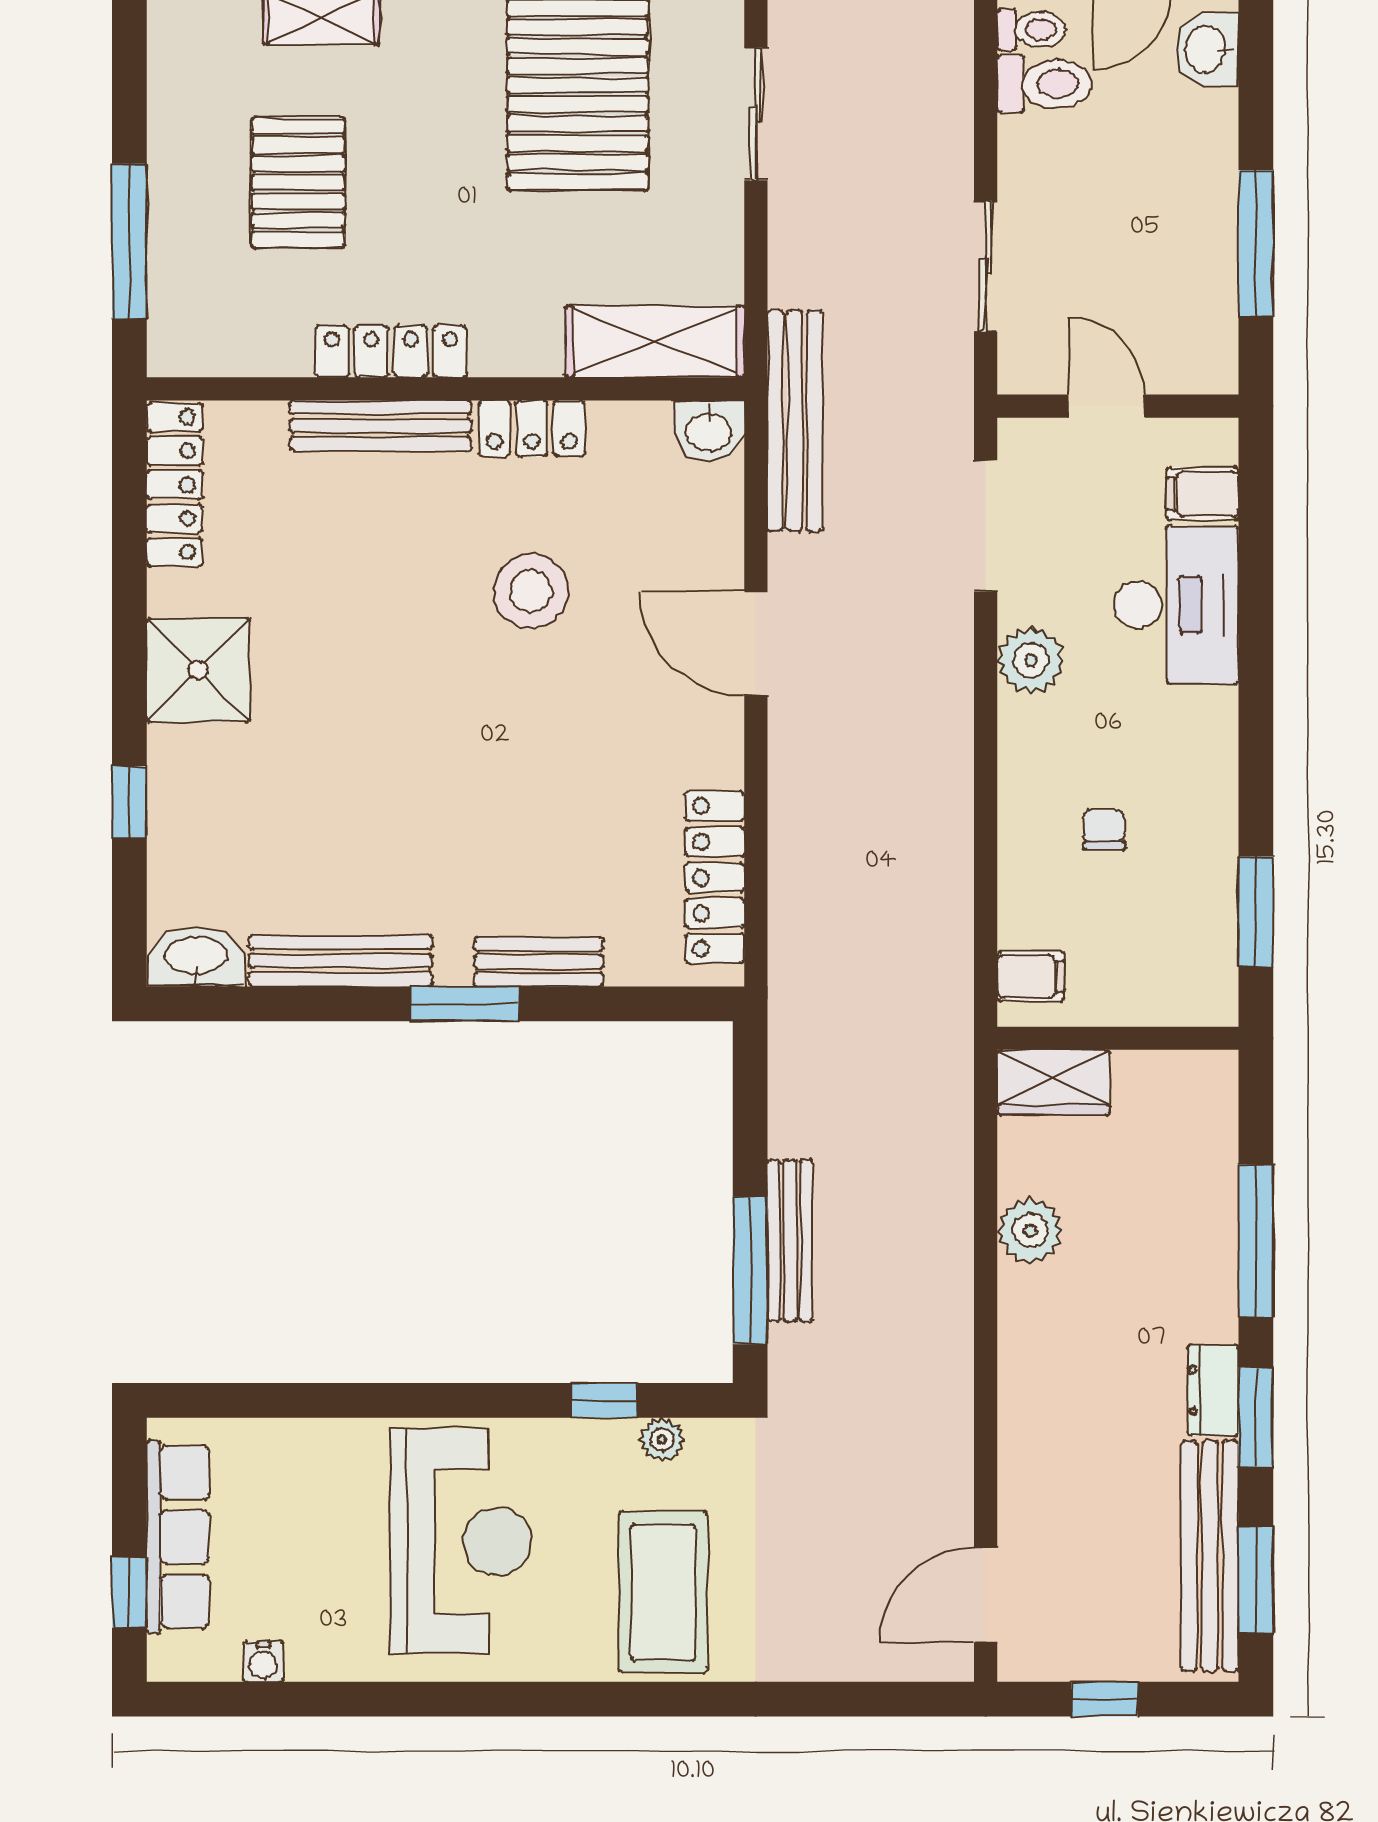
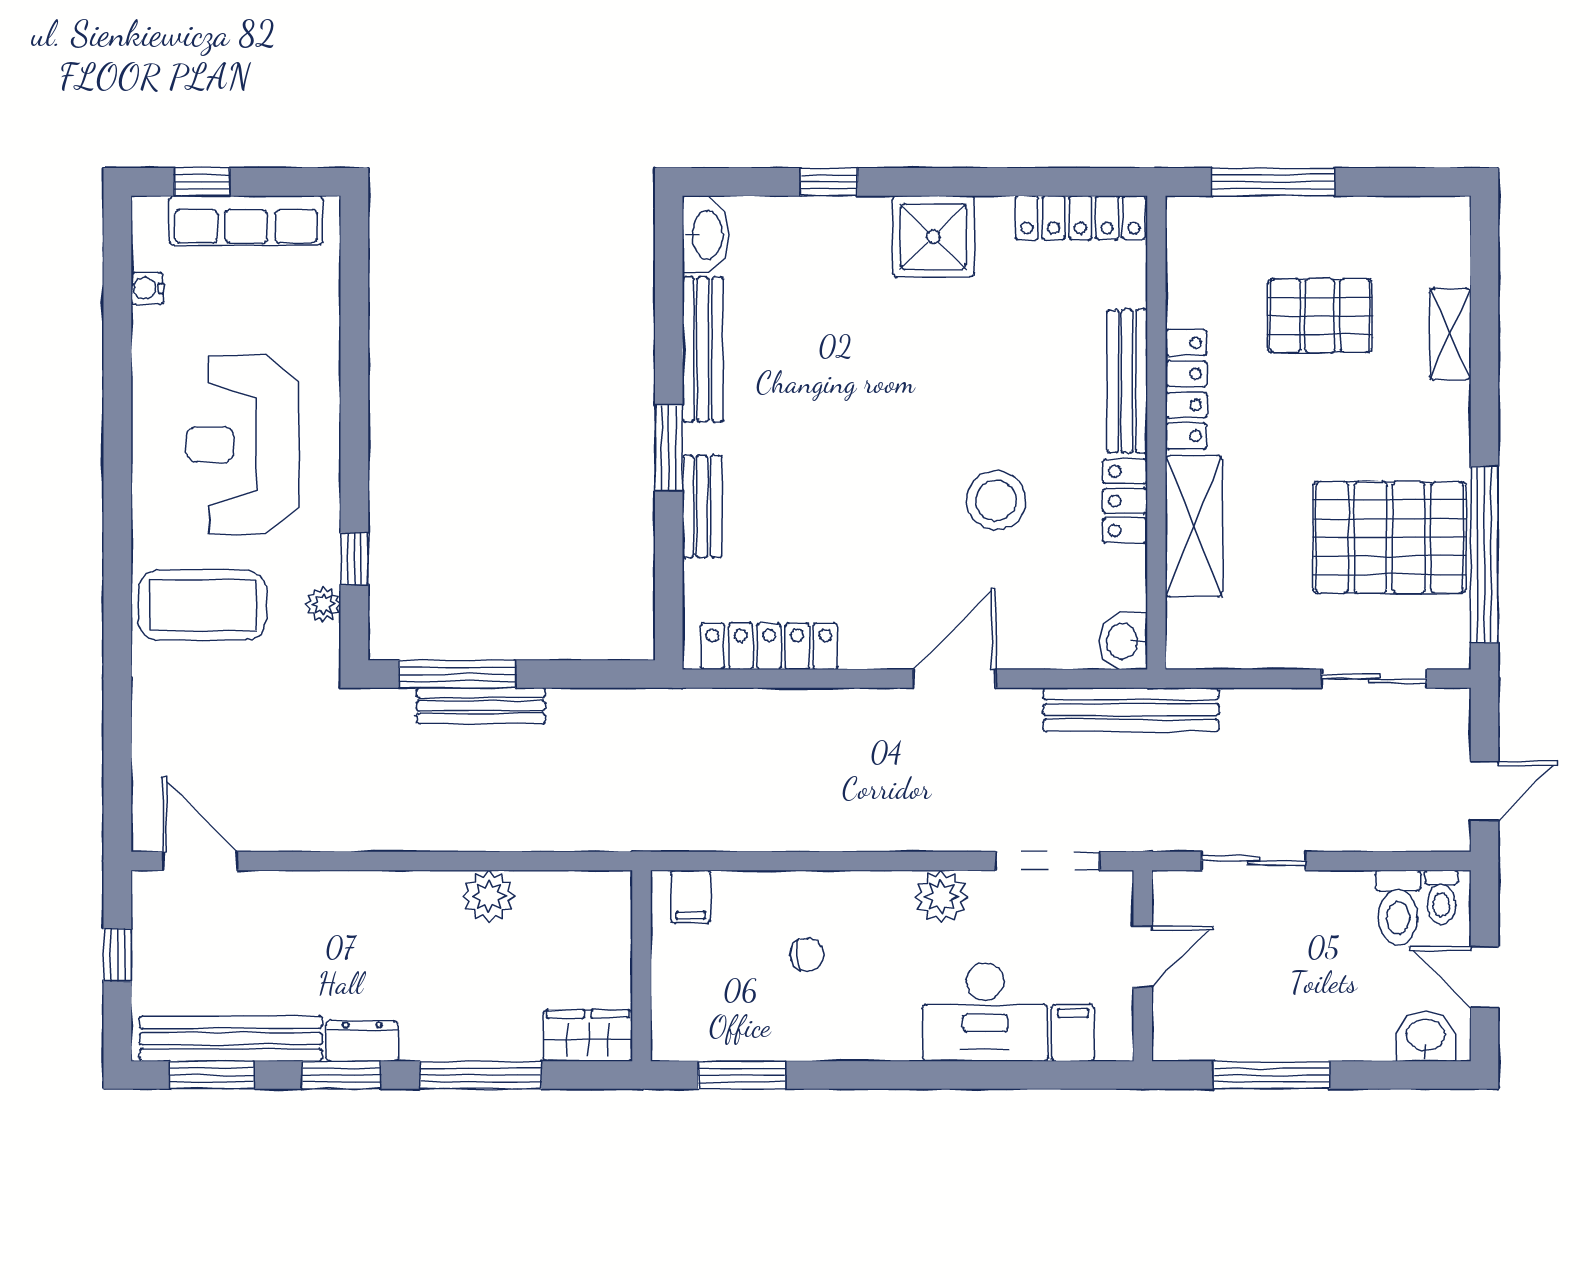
shelving: (655, 342) -> (1194, 526), moved
wardrobe: (1053, 1082) -> (588, 1036), moved, turned 90
reception desk: (461, 1541) -> (243, 444), turned 90

